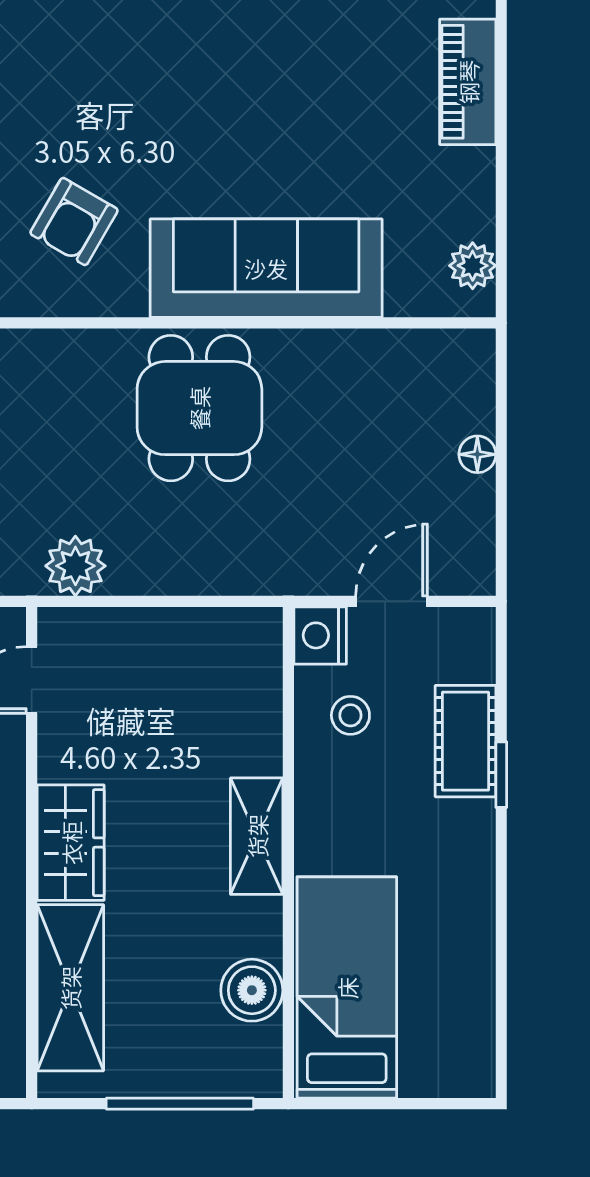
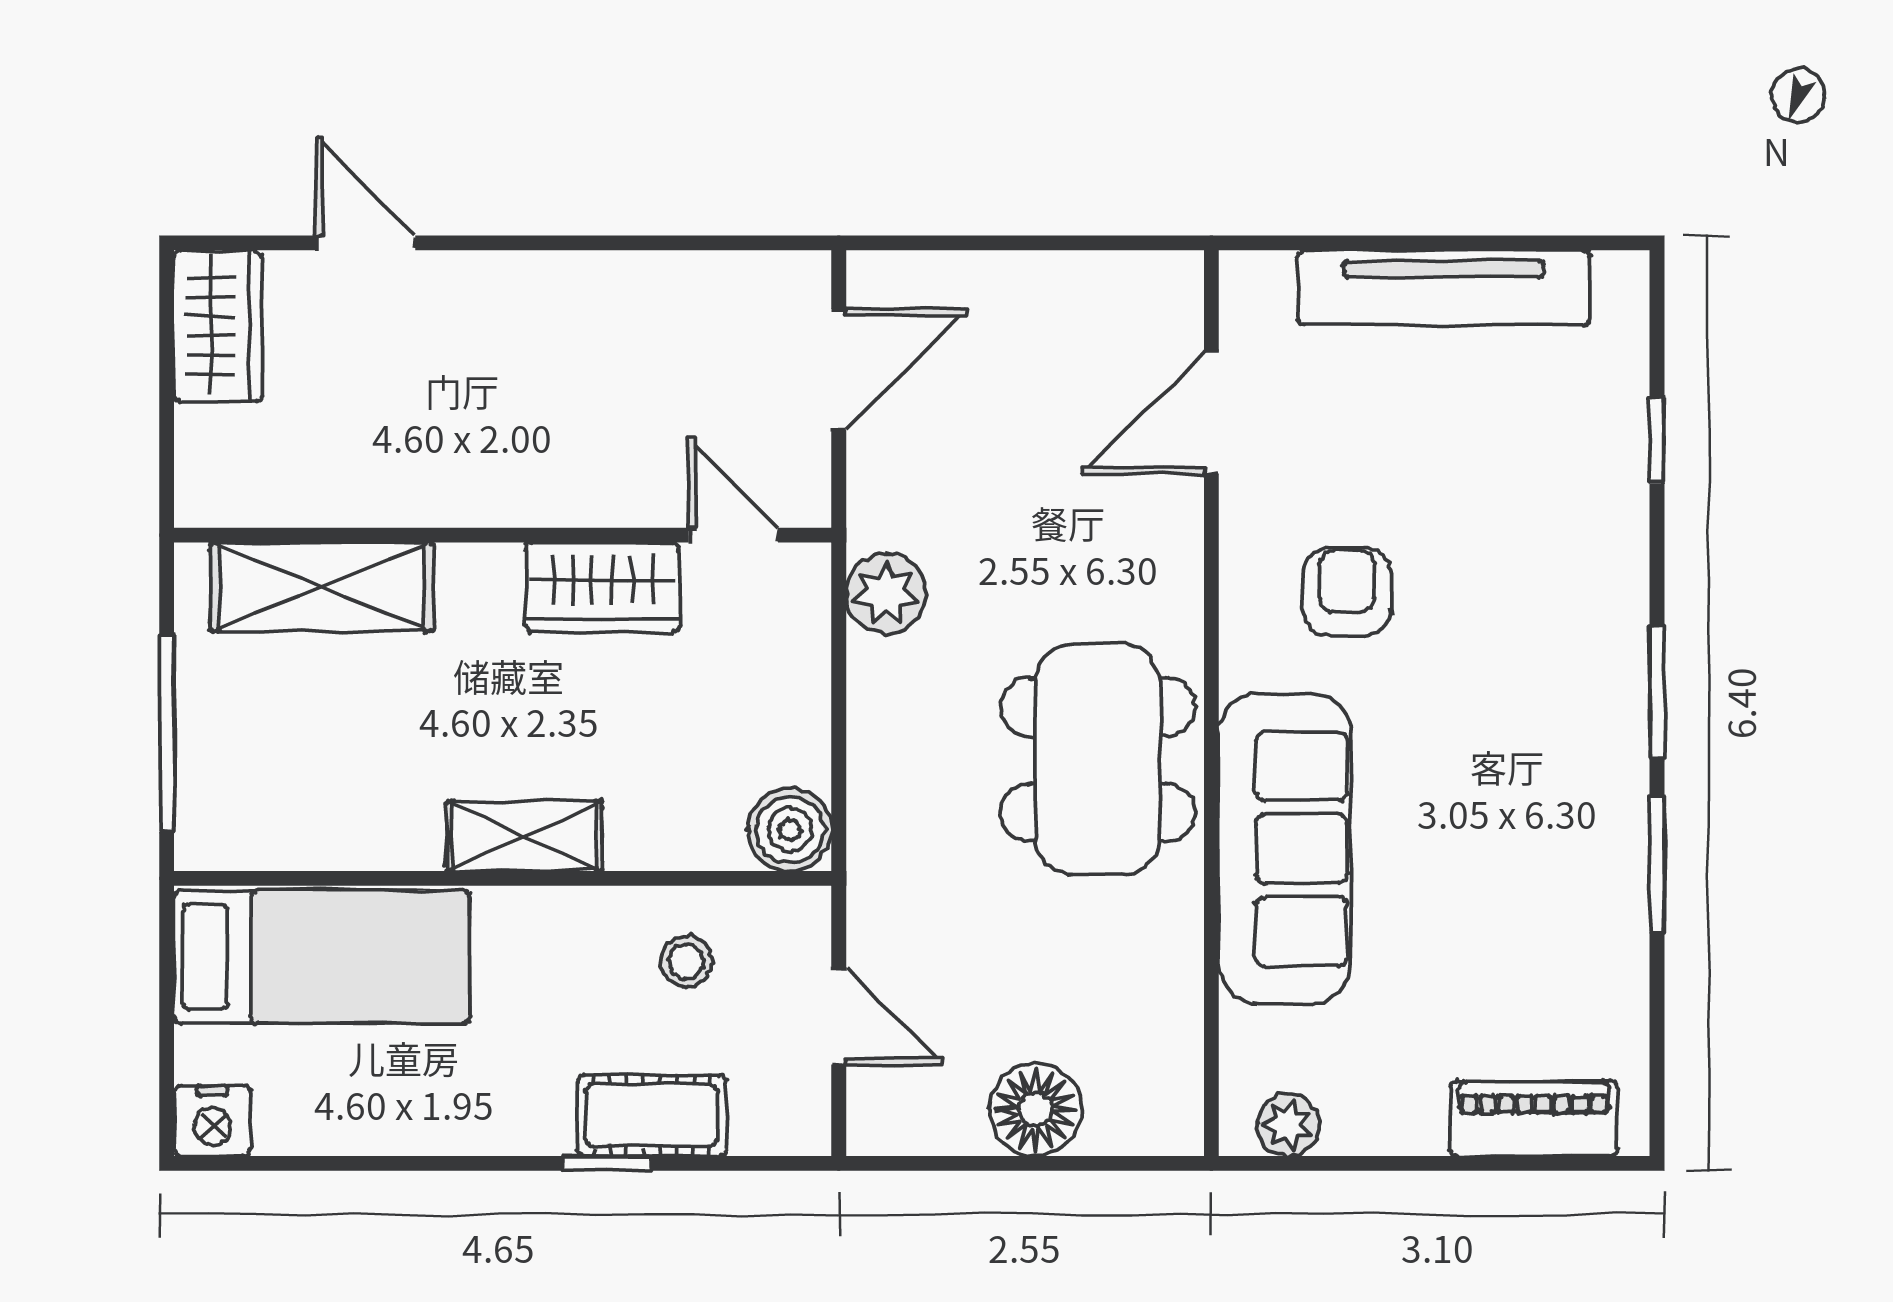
armchair: (74, 222) -> (1347, 592), turned 60
dining table: (199, 408) -> (1097, 760), width x1.38
floor lamp: (477, 454) -> (1035, 1110), width x1.89, depth x1.89
nightstand: (320, 635) -> (212, 1121), moved, turned 180
wardrobe: (71, 843) -> (603, 587), moved
boiler: (252, 990) -> (790, 830), moved

